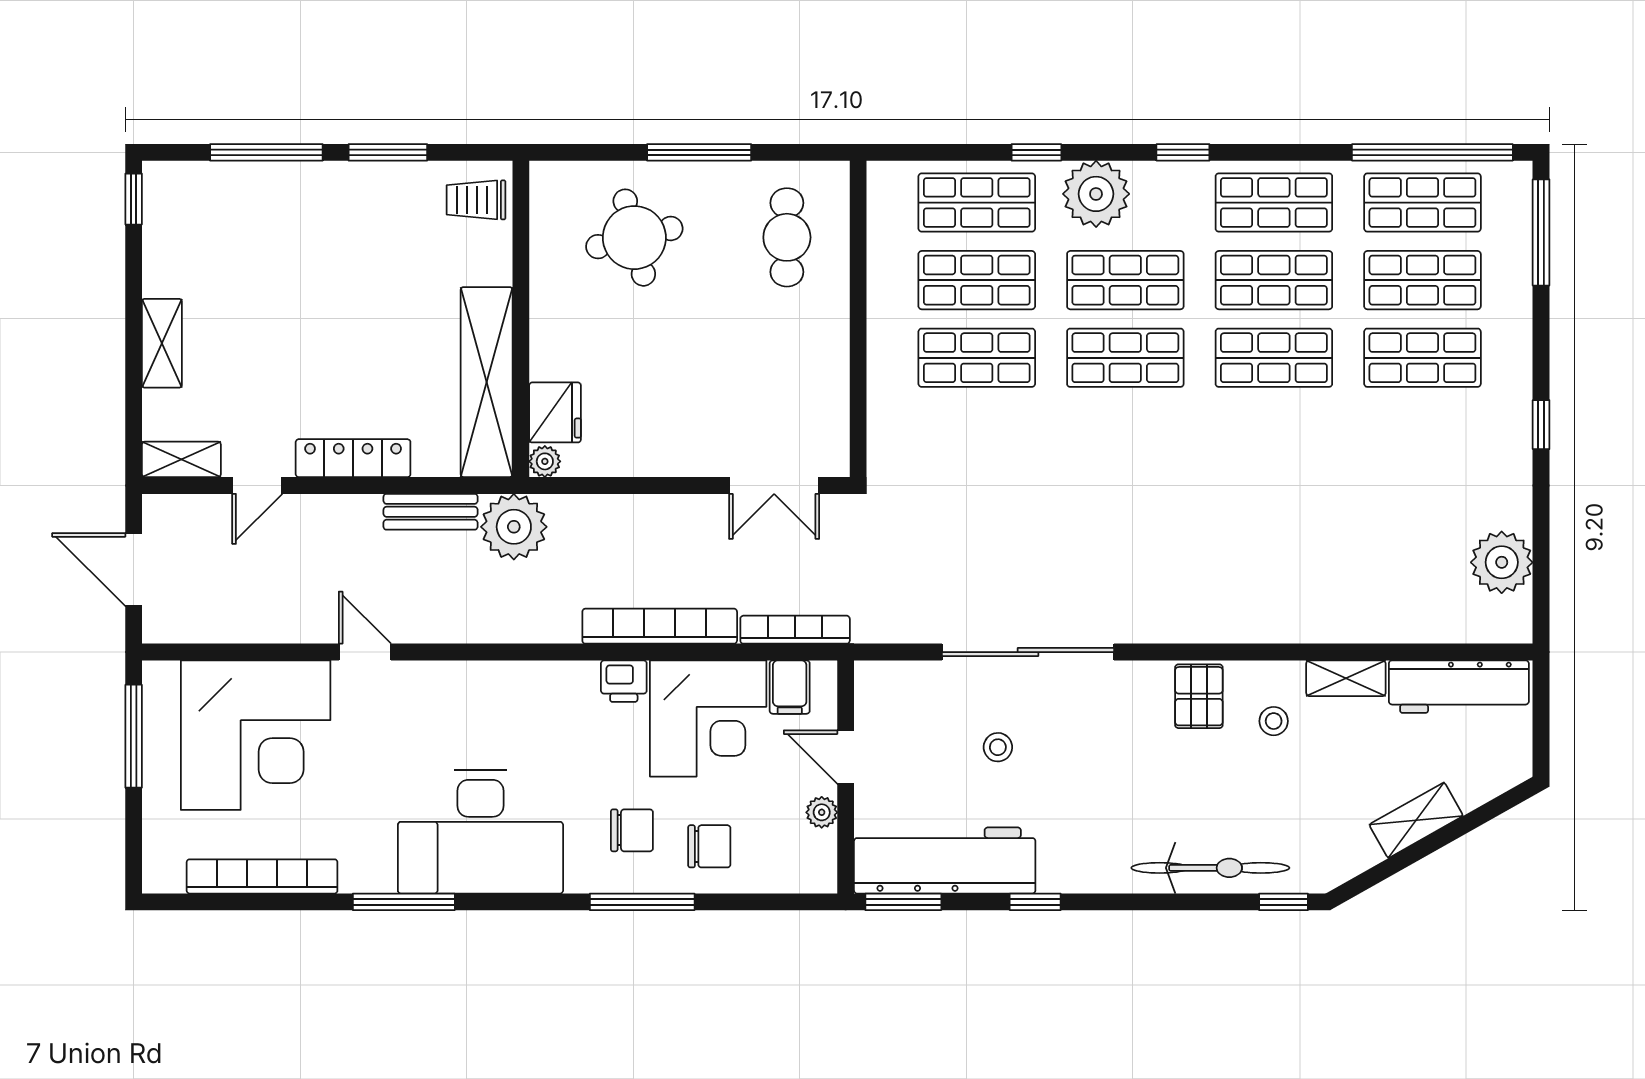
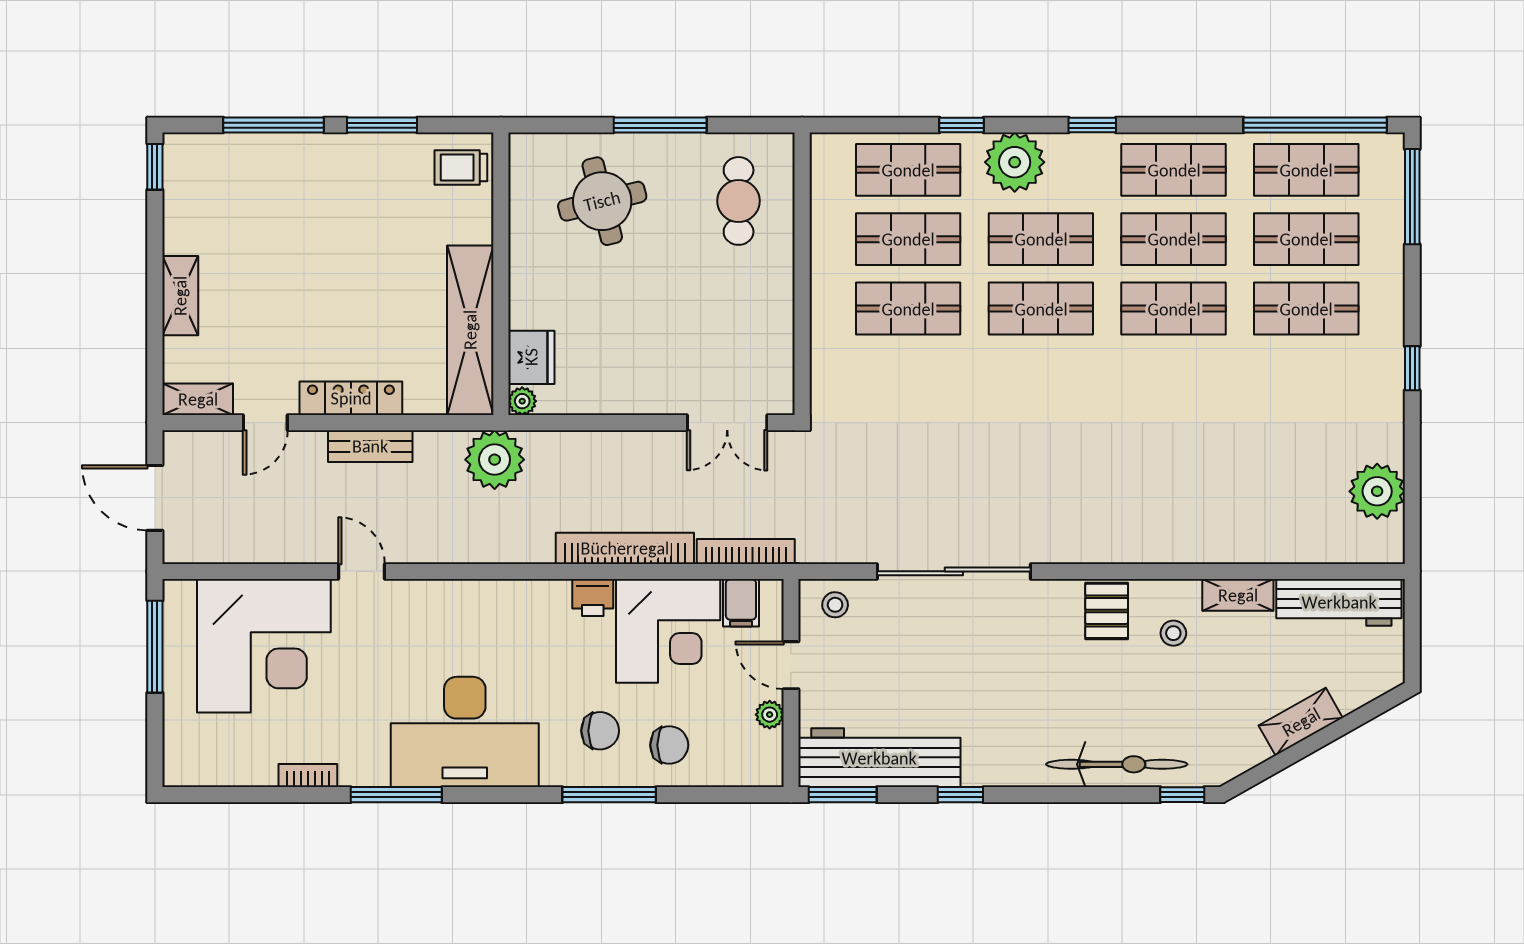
bench: (431, 512) -> (370, 446), moved
stool: (998, 747) -> (835, 605), moved
bookcase: (262, 876) -> (308, 776), width x0.43, depth x0.76

